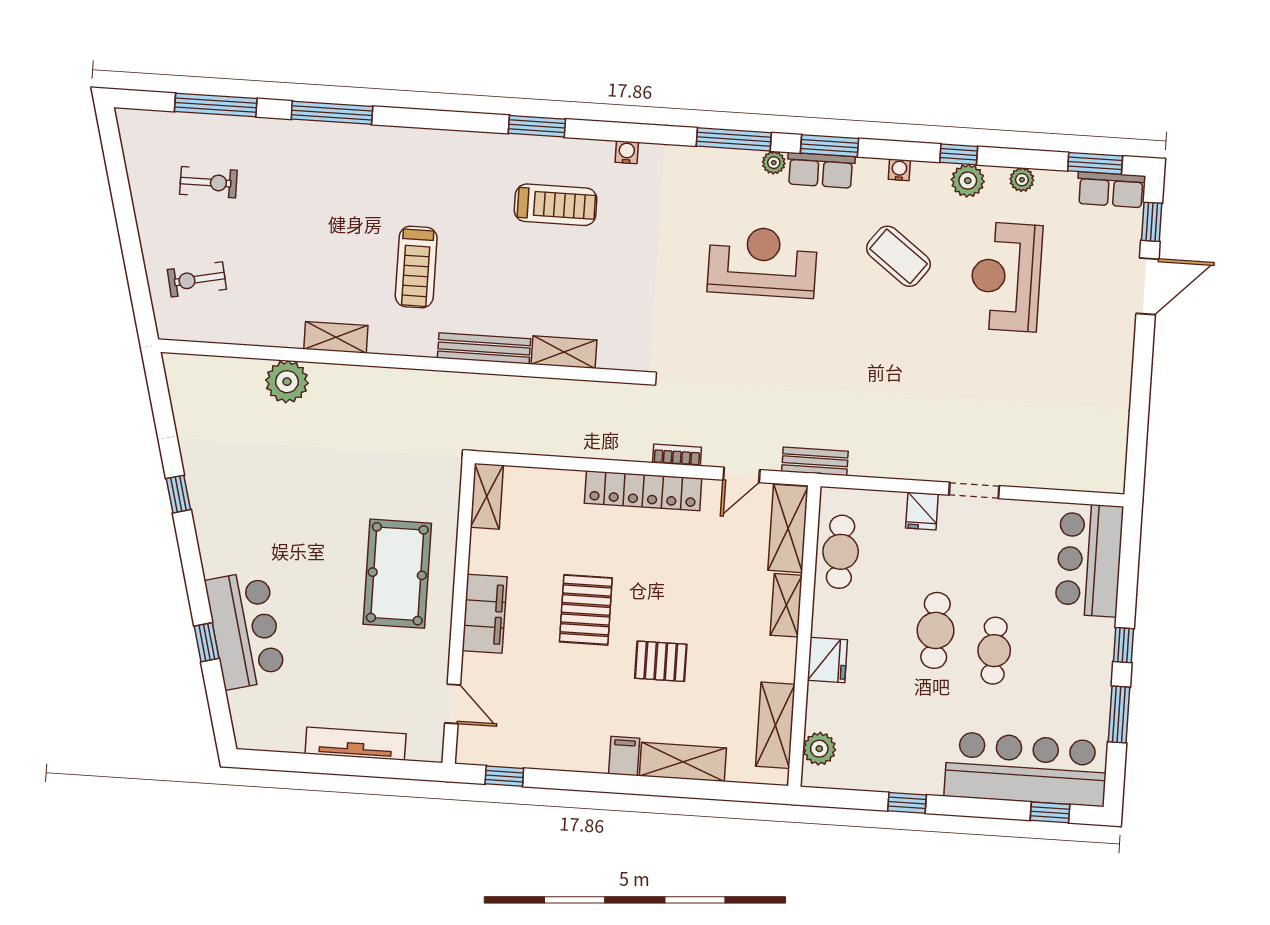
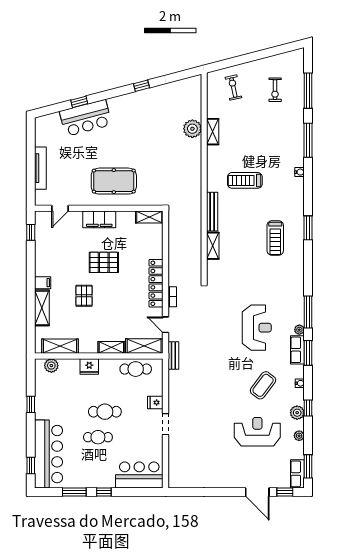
water cooler: (627, 152) -> (300, 172), moved
shelving: (336, 337) -> (213, 132), moved

